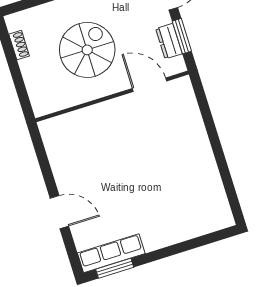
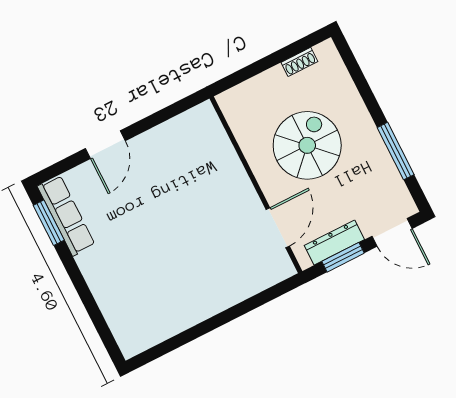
dresser: (169, 41) -> (334, 242), width x1.44
spiral stairs: (87, 50) -> (307, 145), turned -90

